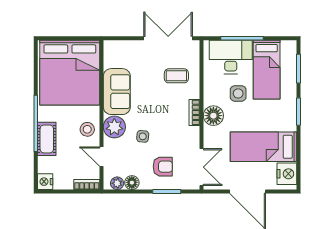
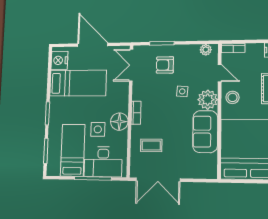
floor lamp: (213, 116) -> (119, 122), moved
floor lamp: (132, 183) -> (193, 51), removed

